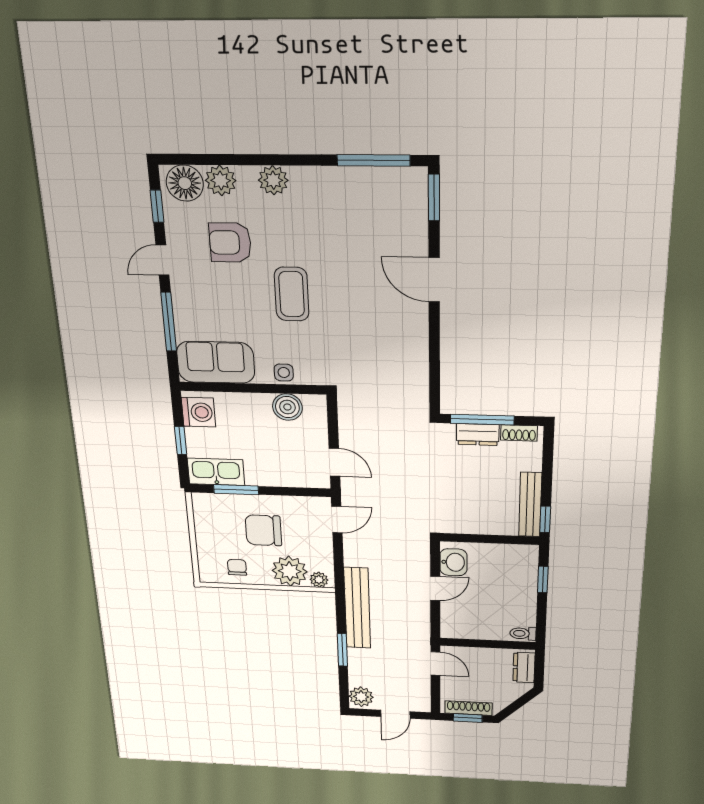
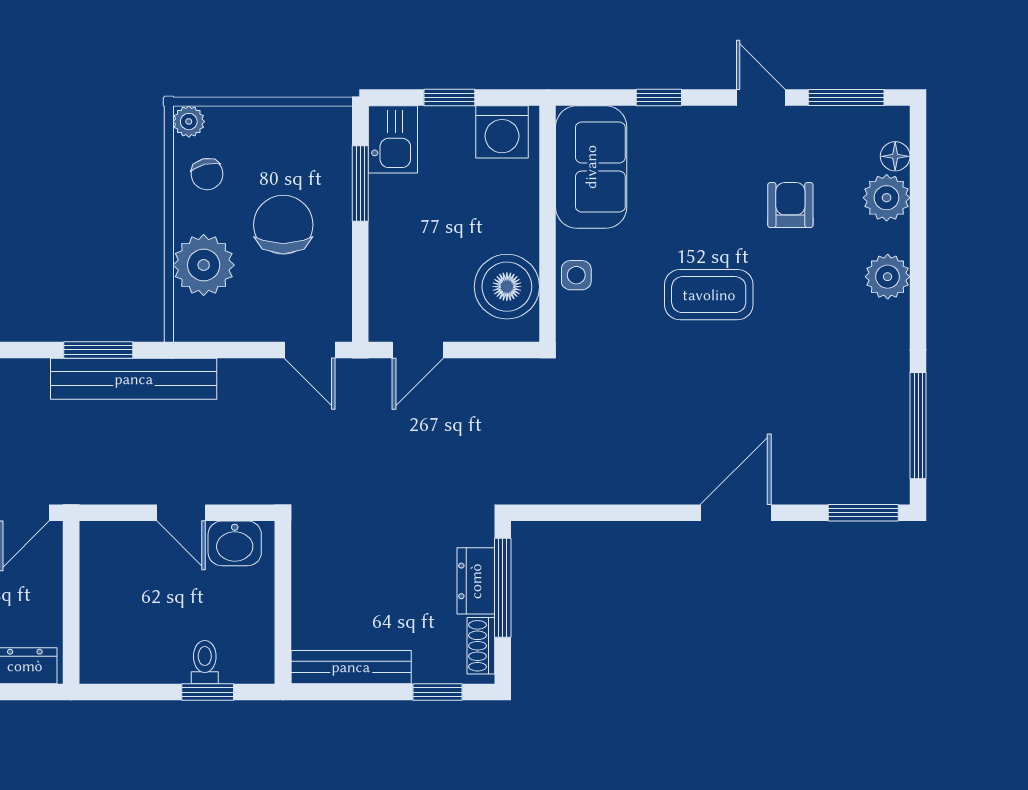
floor lamp: (185, 183) -> (895, 156), width x0.53, depth x0.53
window: (157, 206) -> (846, 98), width x1.50
armchair: (230, 243) -> (790, 205), width x0.72, depth x0.72
window: (169, 322) -> (659, 98), width x0.46
boiler: (287, 407) -> (507, 287), width x1.37, depth x1.37
kitchen sink: (216, 472) -> (393, 139), width x0.73
window: (545, 519) -> (438, 692), moved
chair: (237, 567) -> (207, 174), turned 76
plant: (319, 580) -> (189, 122), moved
toilet: (523, 634) -> (205, 662), moved
window: (342, 650) -> (98, 350), moved

